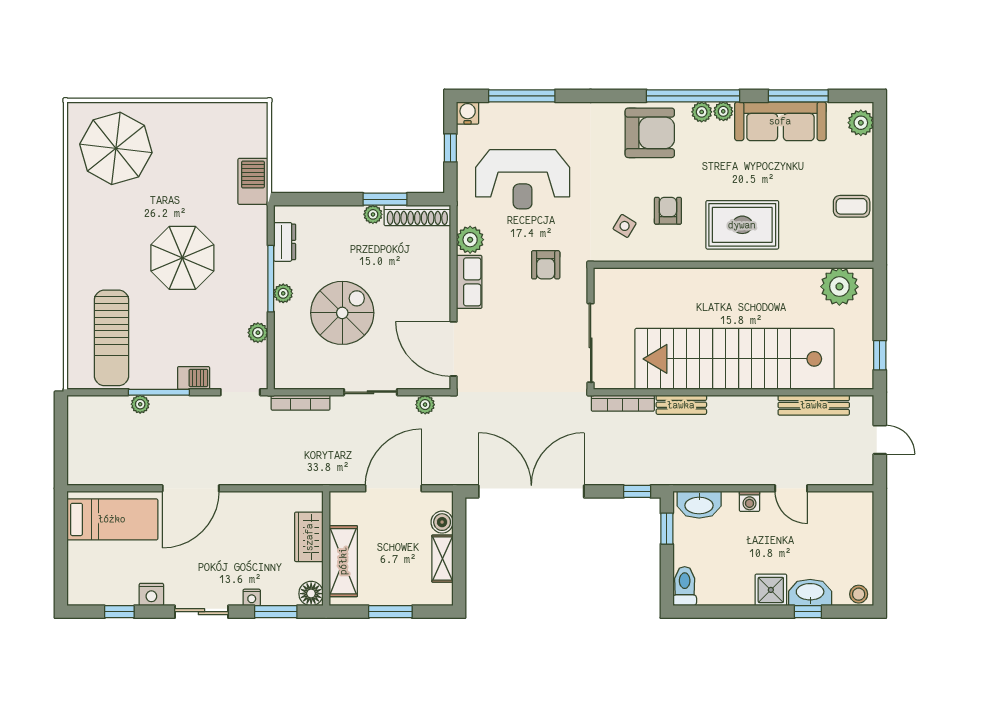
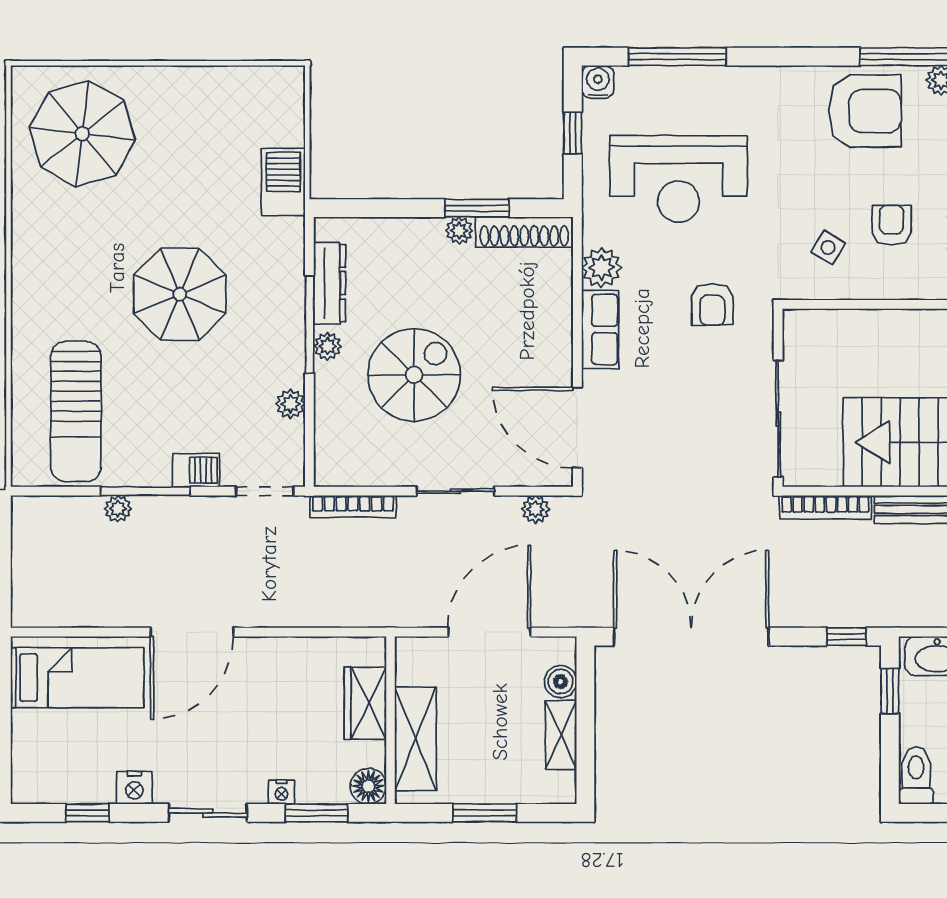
dresser: (285, 242) -> (330, 283), width x1.44

